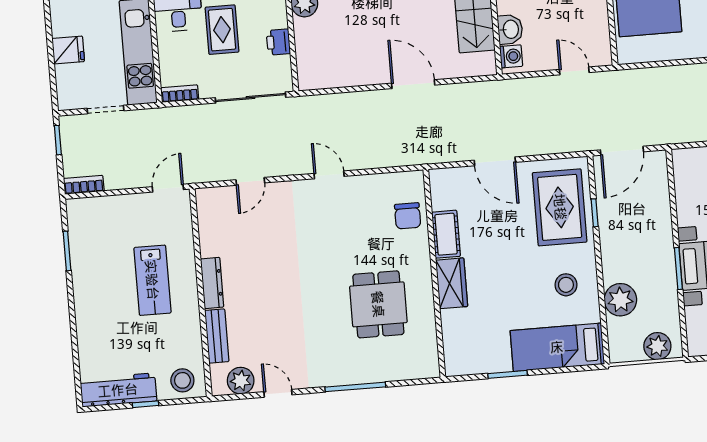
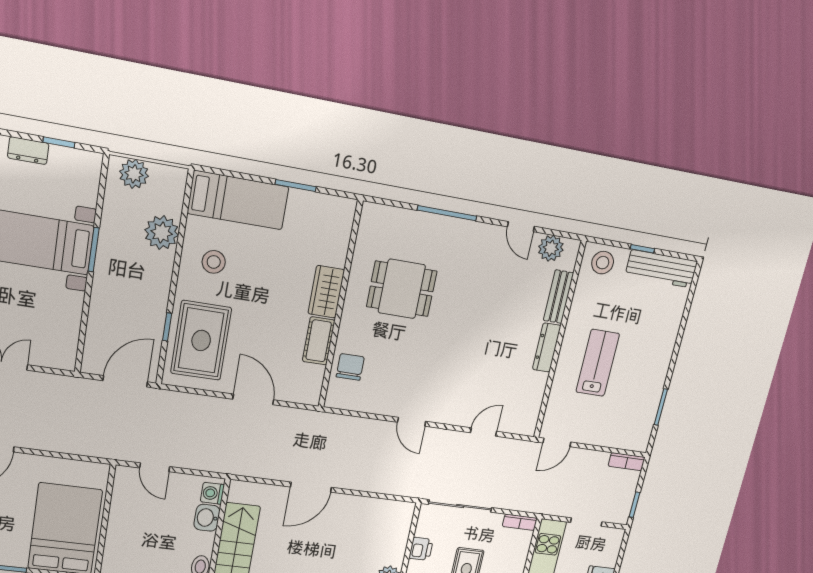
door: (413, 84) -> (311, 487), hinge flipped
dining table: (378, 304) -> (402, 289), turned 90

